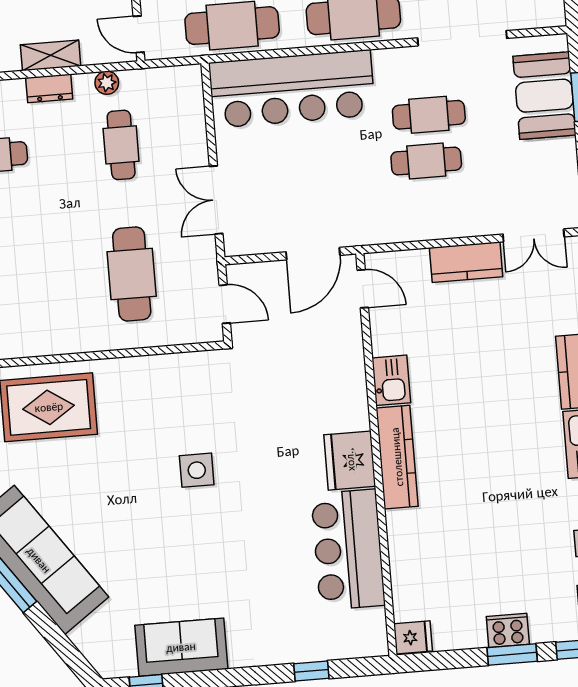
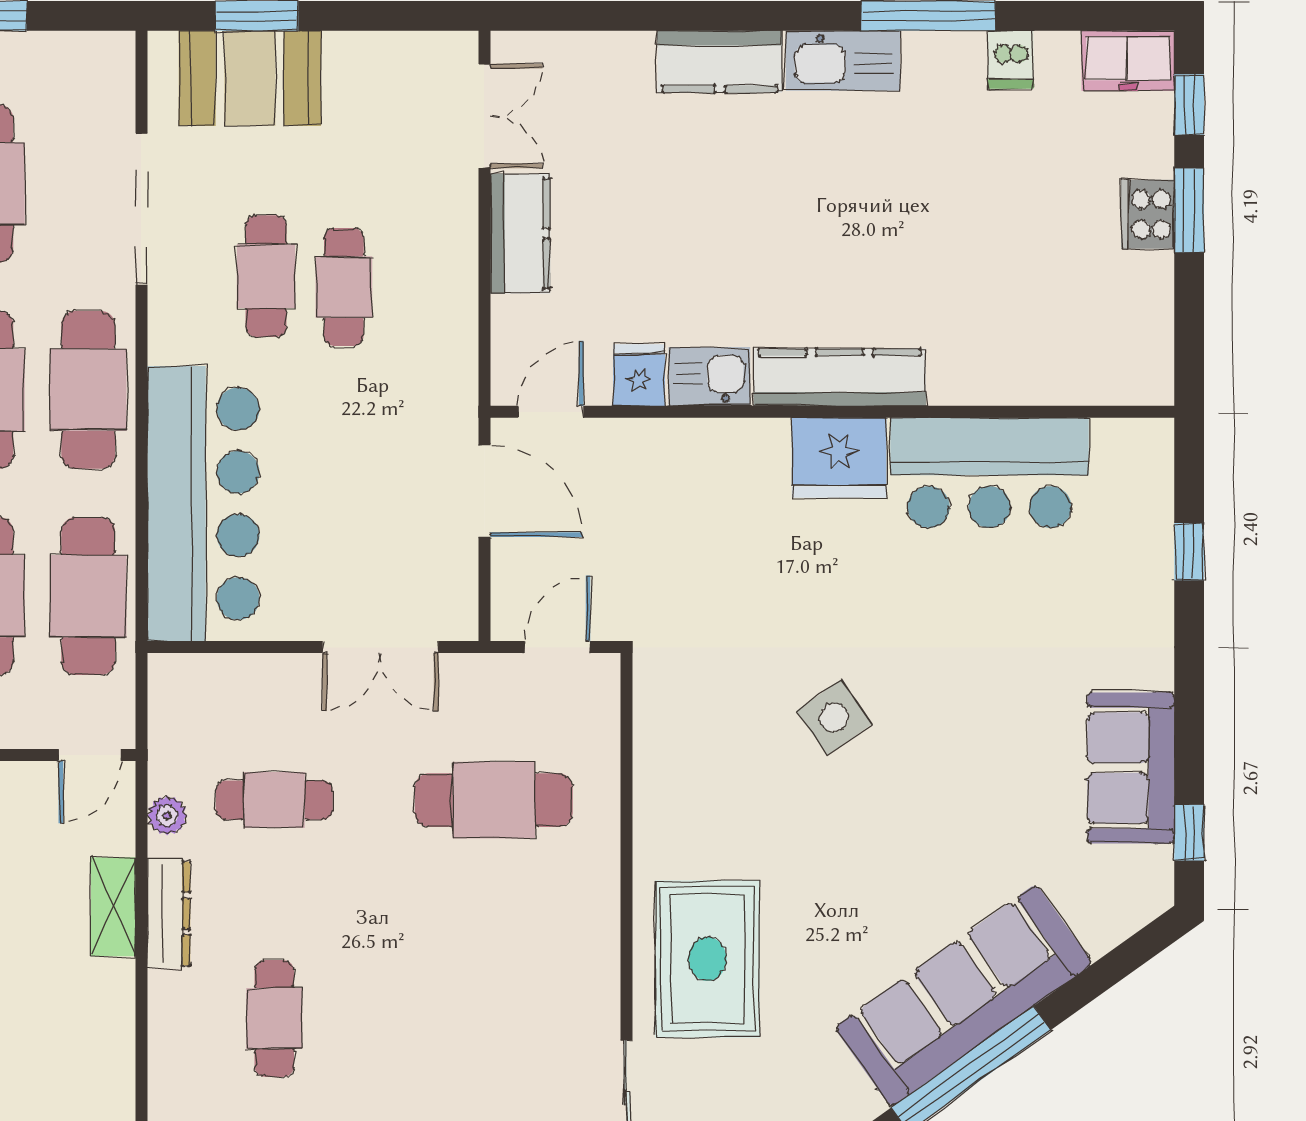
dresser: (49, 88) -> (169, 914), width x1.44
side table: (197, 470) -> (834, 717), turned -35
fridge: (413, 637) -> (639, 375), moved

